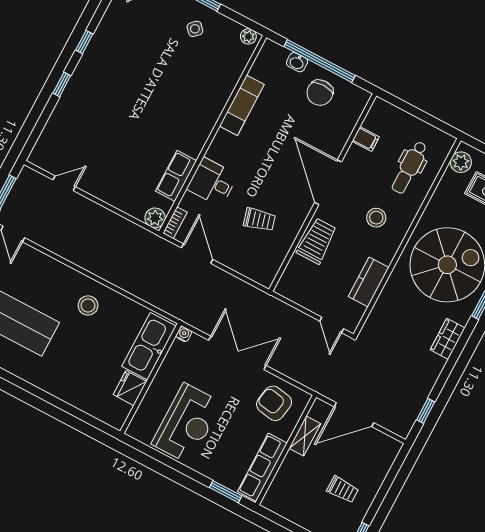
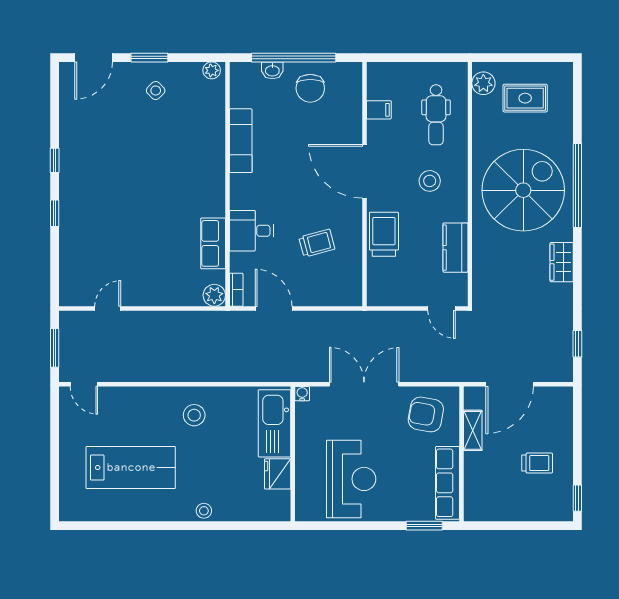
stool: (55, 386) -> (204, 511), added

